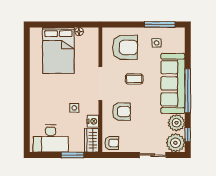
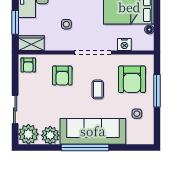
window: (160, 24) -> (157, 91), moved
nightstand: (93, 121) -> (124, 44), moved
window: (188, 135) -> (37, 147), removed

